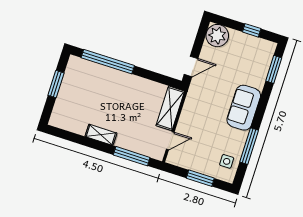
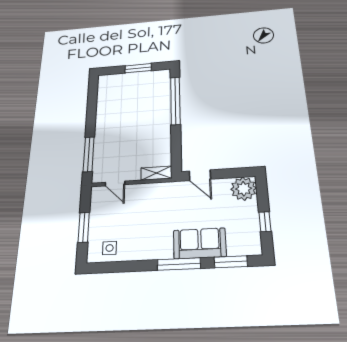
shelving: (170, 108) -> (156, 173), width x0.67, depth x0.75
sofa: (244, 108) -> (200, 243), moved
shelving: (101, 135) -> (102, 120), removed
window: (249, 146) -> (179, 264), moved

